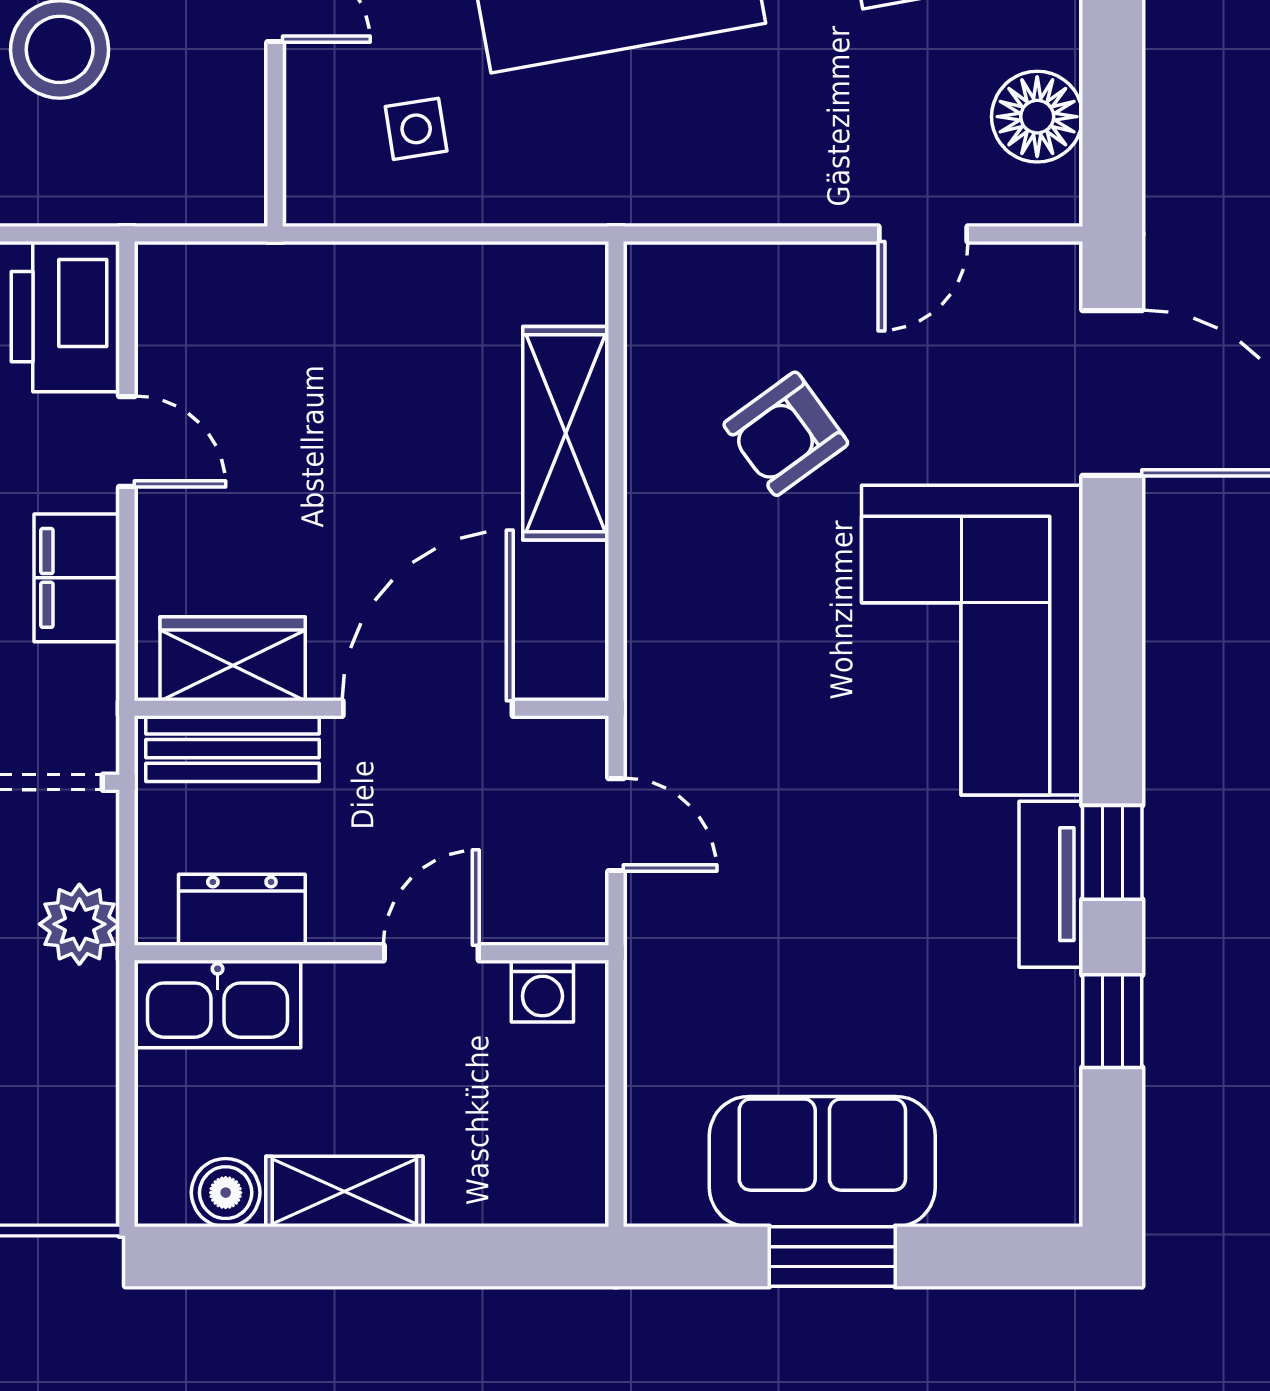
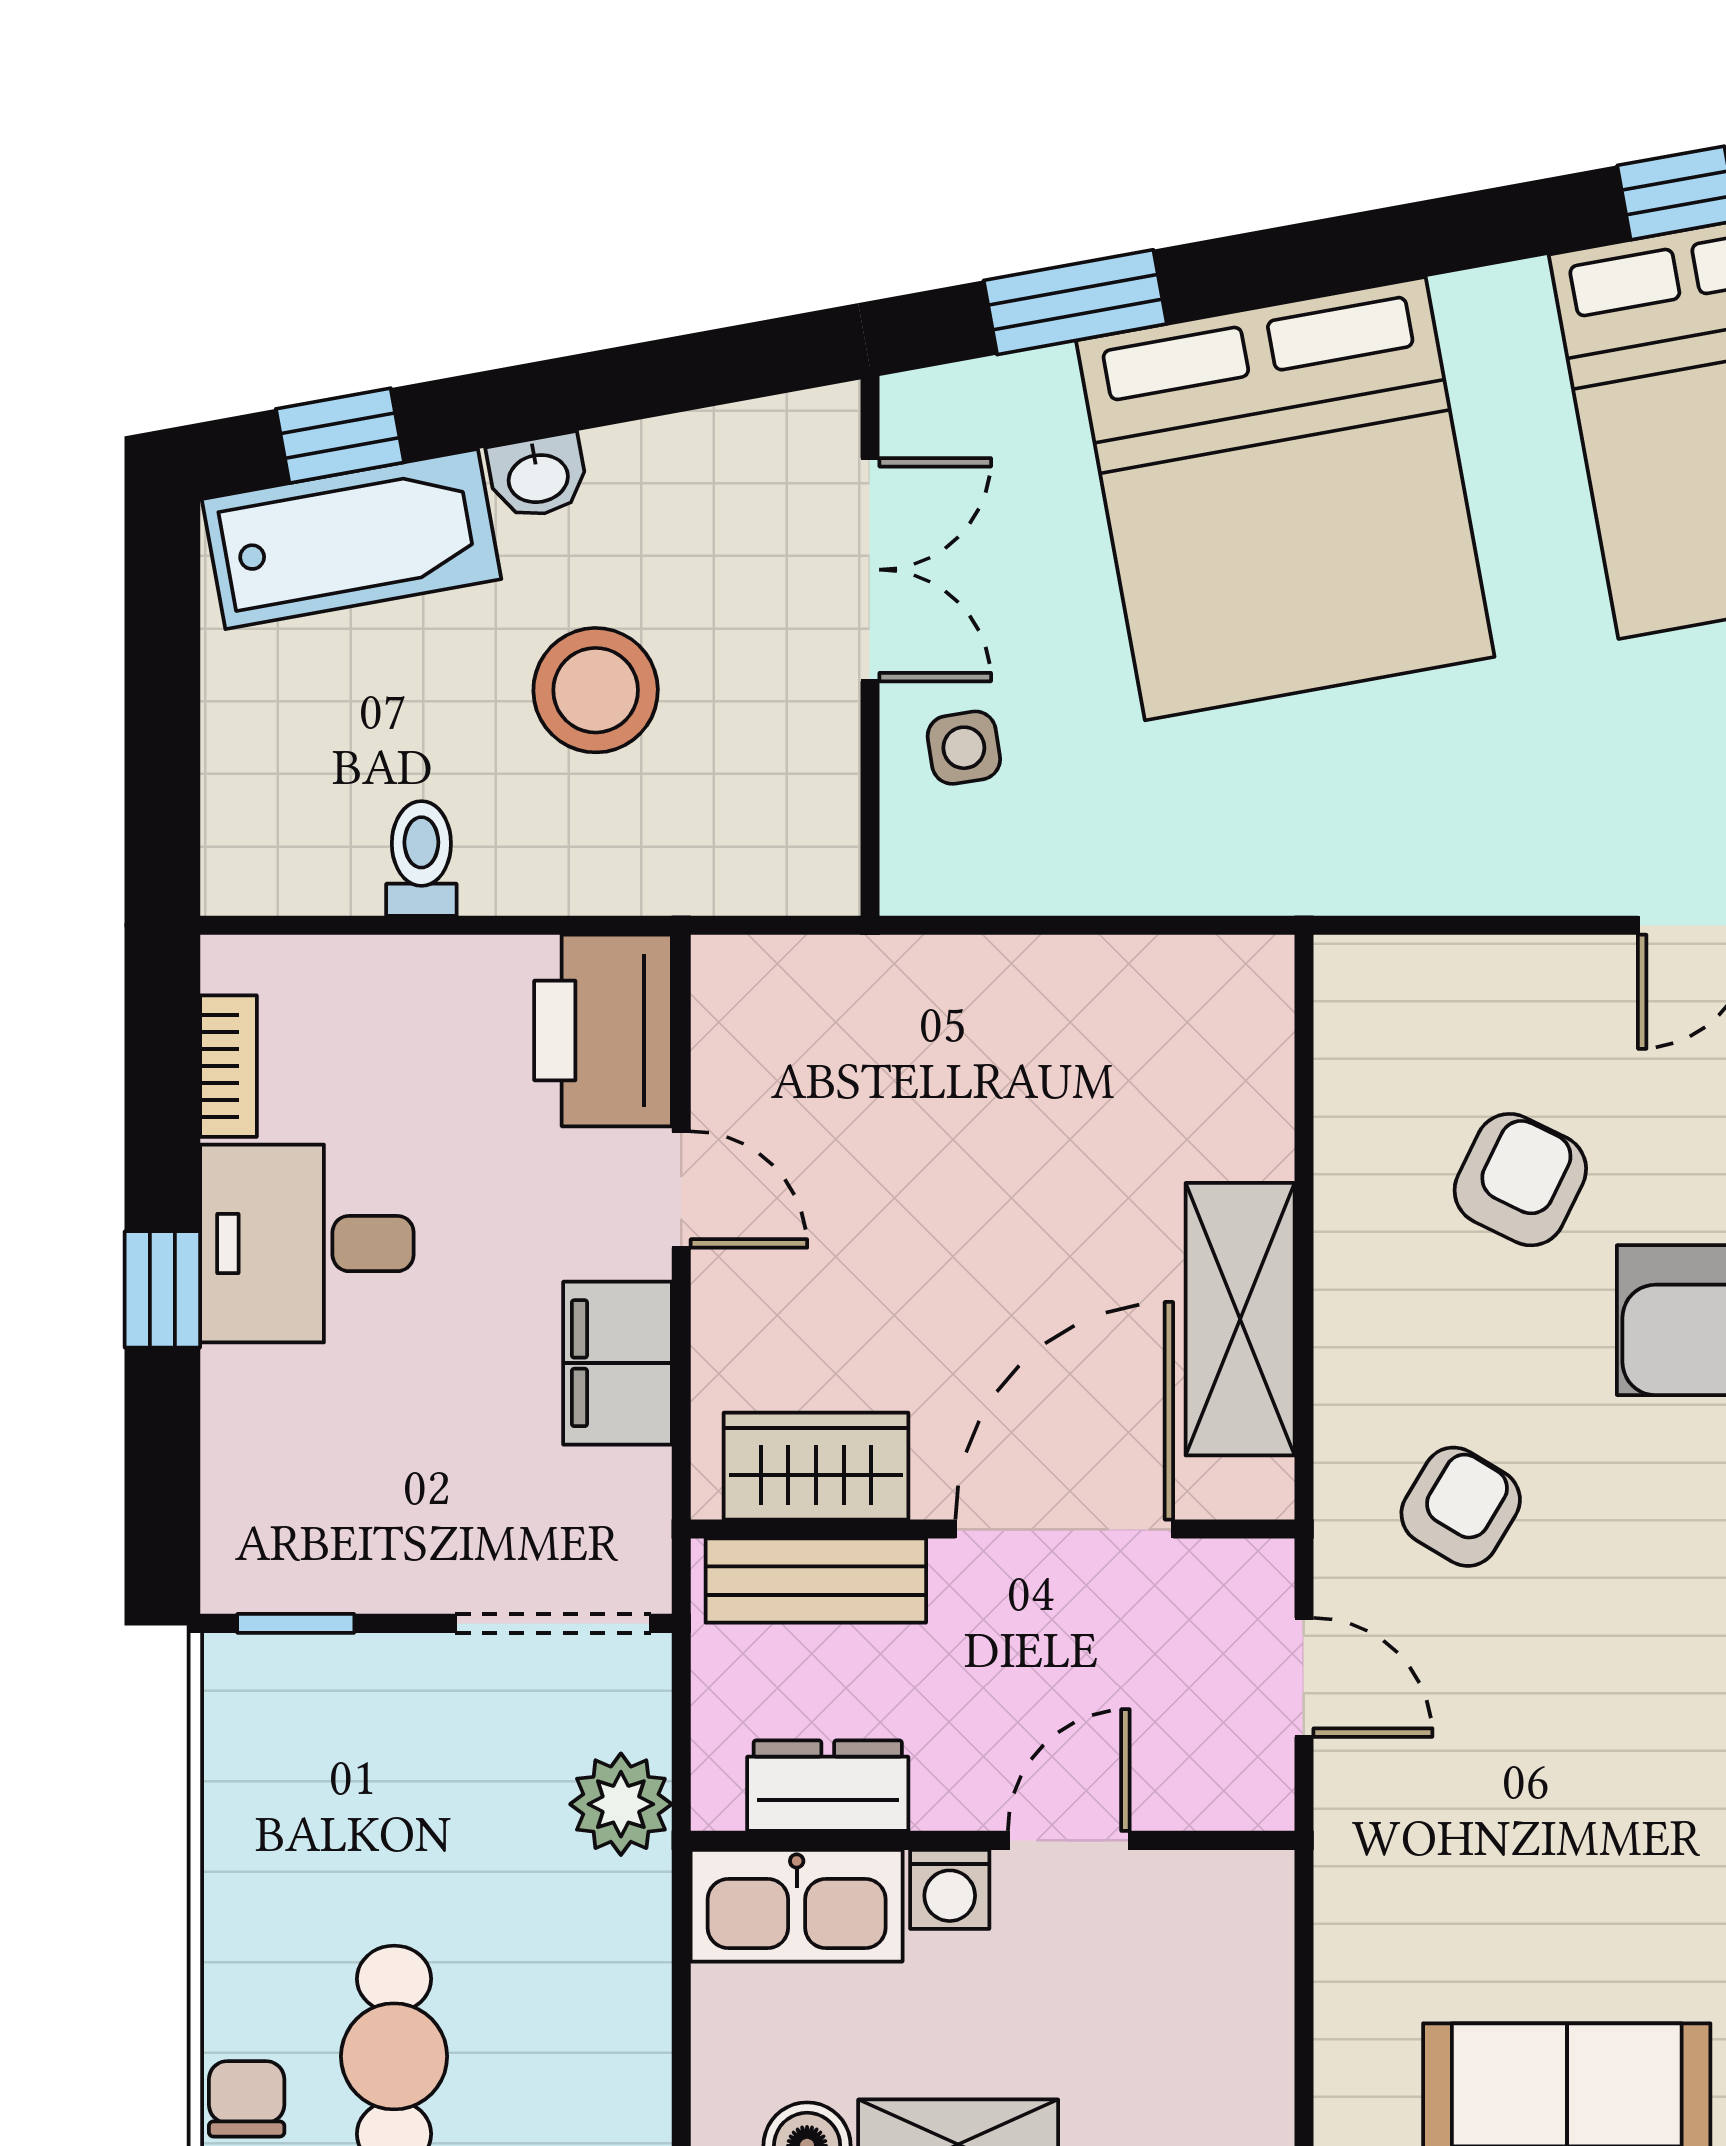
side table: (416, 129) -> (964, 748), moved
shelving: (566, 433) -> (1240, 1319), moved
armchair: (786, 434) -> (1520, 1180), turned 152
armchair: (739, 691) -> (1461, 1507), added
washing machine: (542, 991) -> (950, 1889), moved

